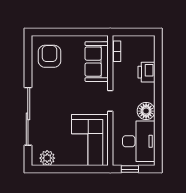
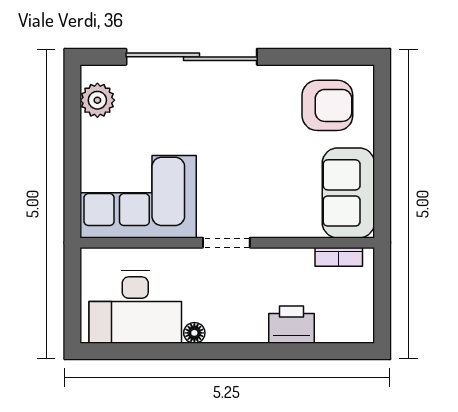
sofa: (97, 62) -> (348, 193), moved, turned -90
floor lamp: (146, 111) -> (194, 333), width x0.53, depth x0.53
window: (130, 169) -> (72, 287), removed

